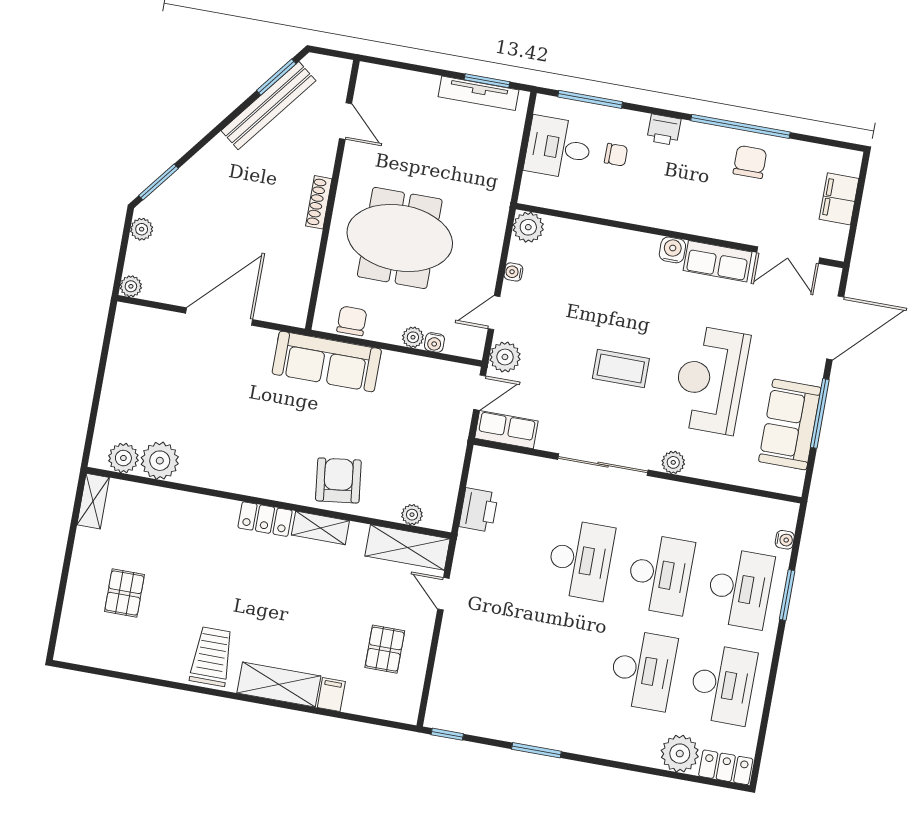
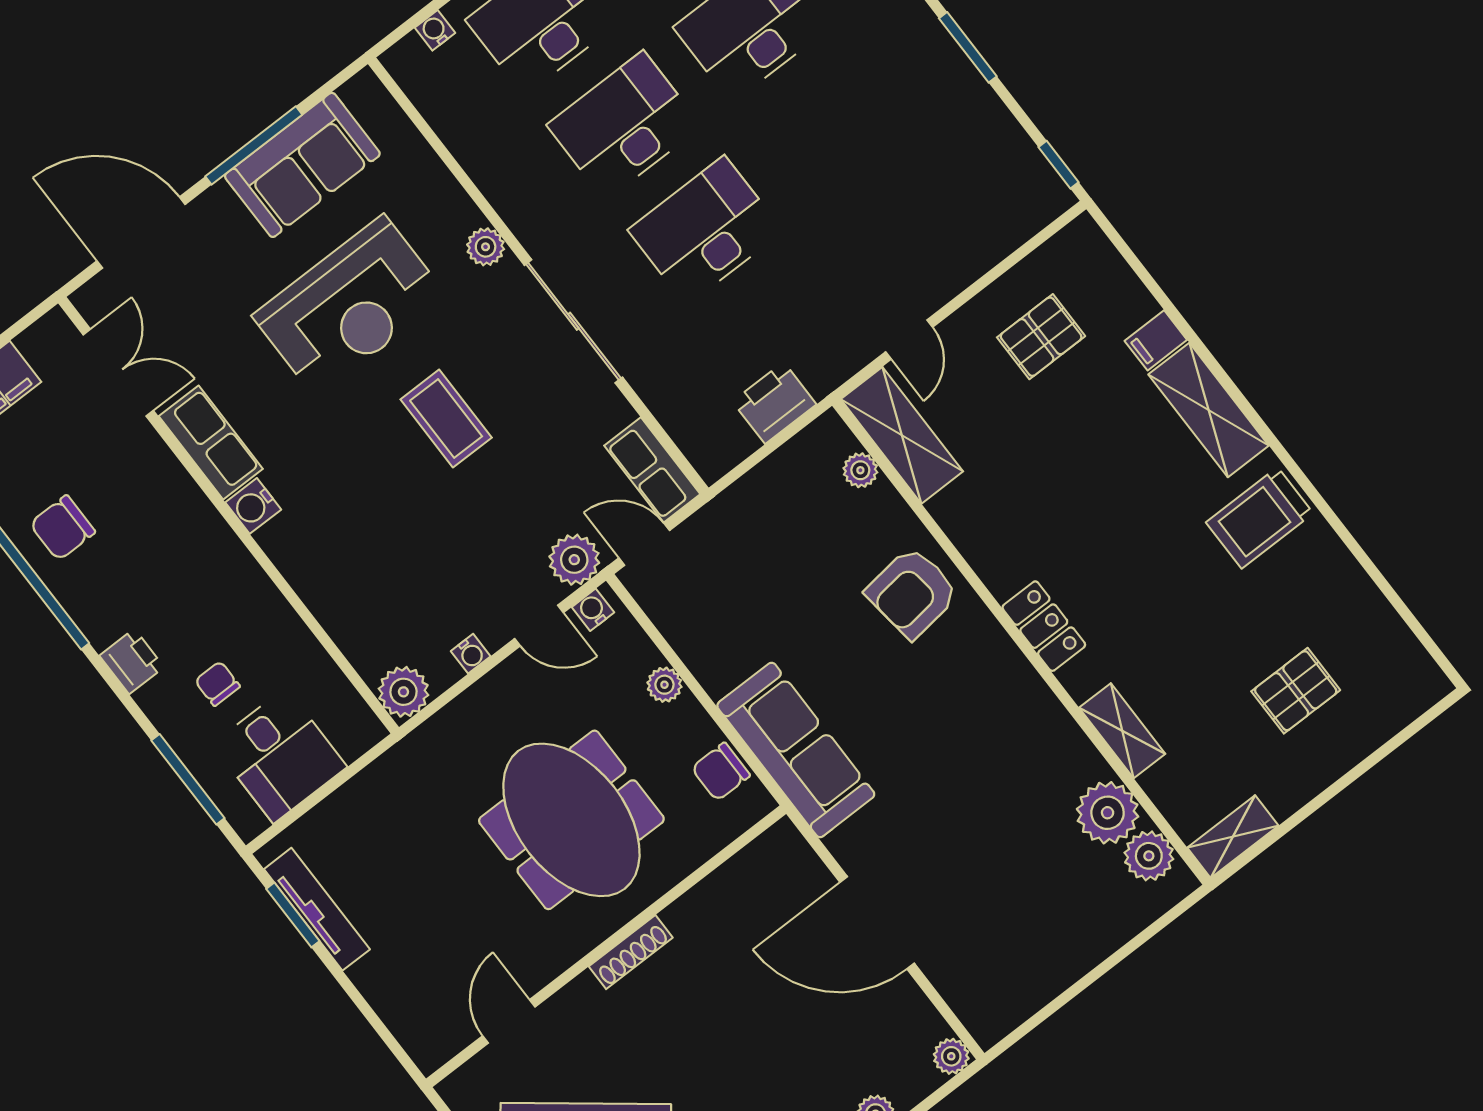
water cooler: (434, 342) -> (593, 610), moved, turned -90
shelving: (320, 528) -> (1122, 731), moved

